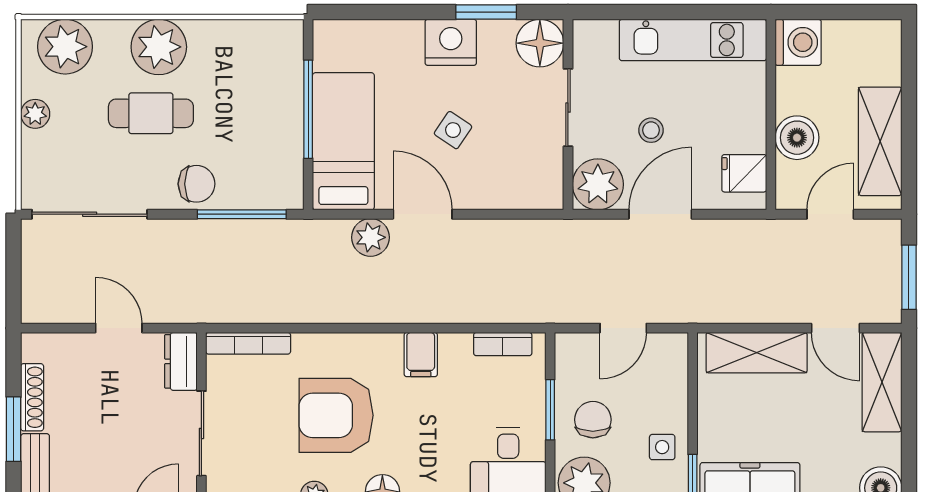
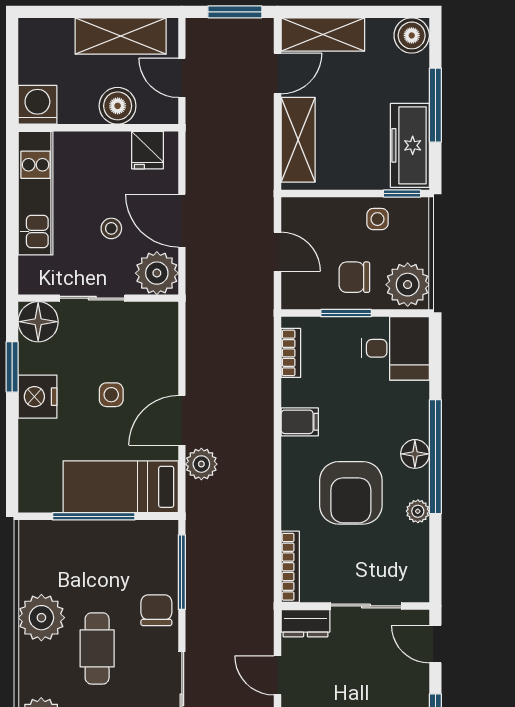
plant: (159, 47) -> (41, 618), moved
side table: (453, 130) -> (111, 395), turned -34
door: (119, 328) -> (278, 675), hinge flipped

